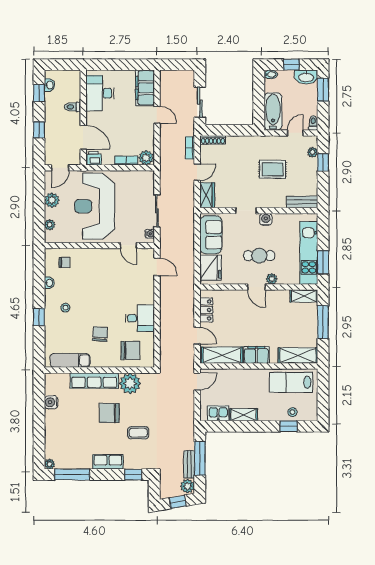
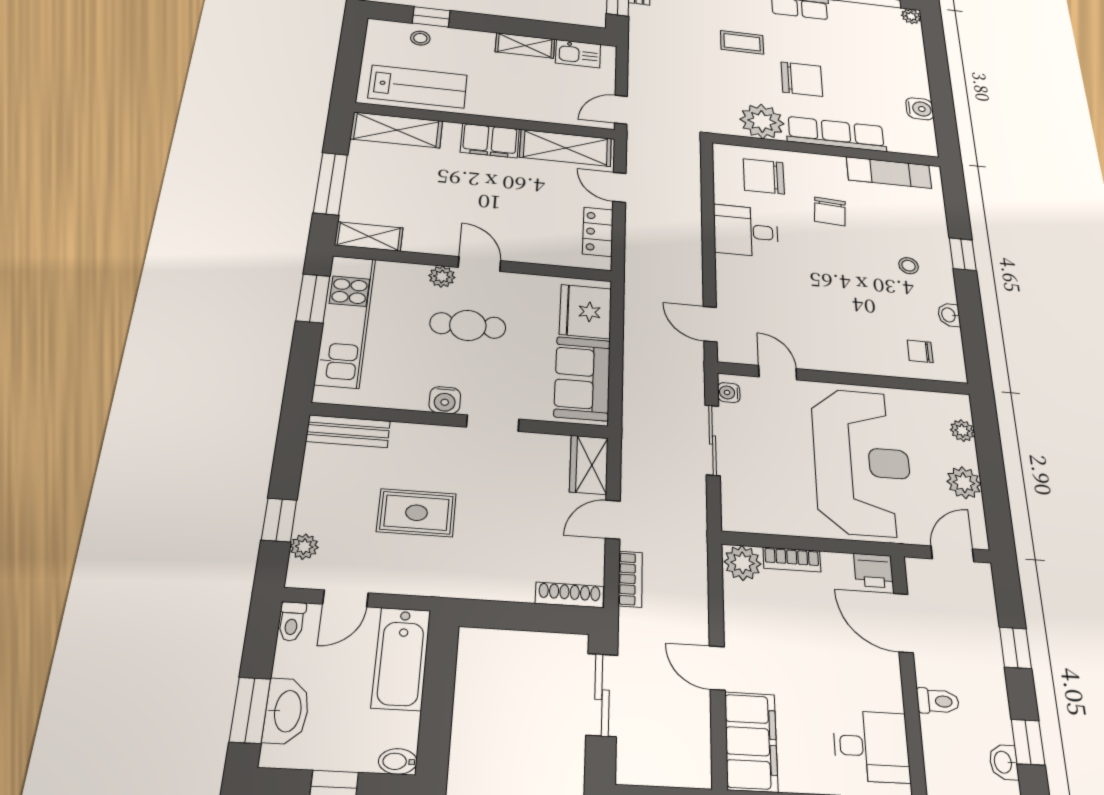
washbasin: (306, 77) -> (287, 711), moved, turned 90
desk: (100, 93) -> (871, 746), width x0.73

